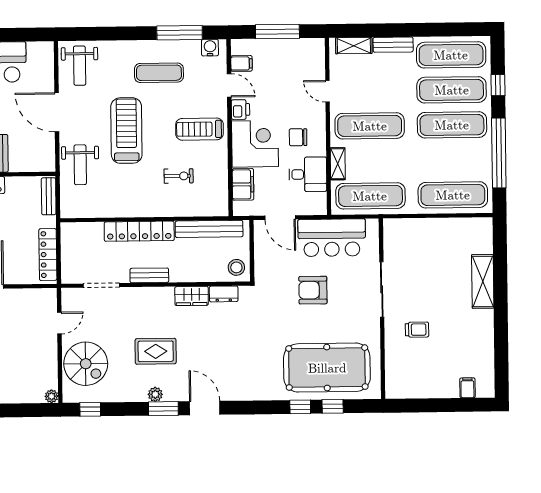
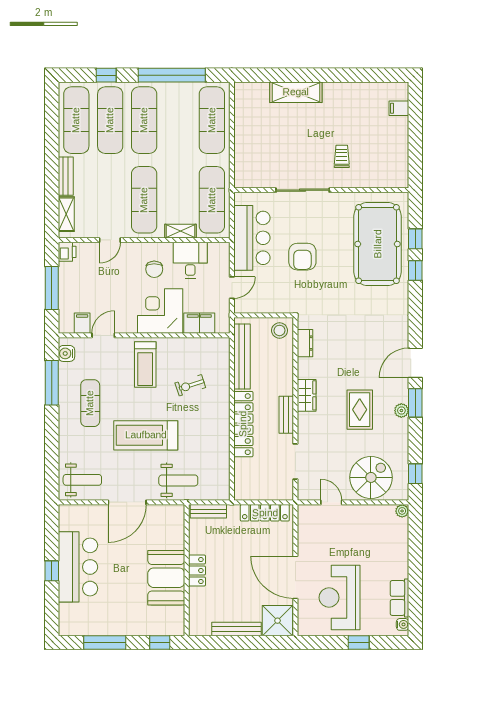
printer: (240, 110) -> (67, 252), moved, turned 90
exercise bike: (179, 176) -> (190, 385), turned -108
door: (280, 218) -> (232, 288), width x0.73
wardrobe: (192, 296) -> (307, 395), moved

